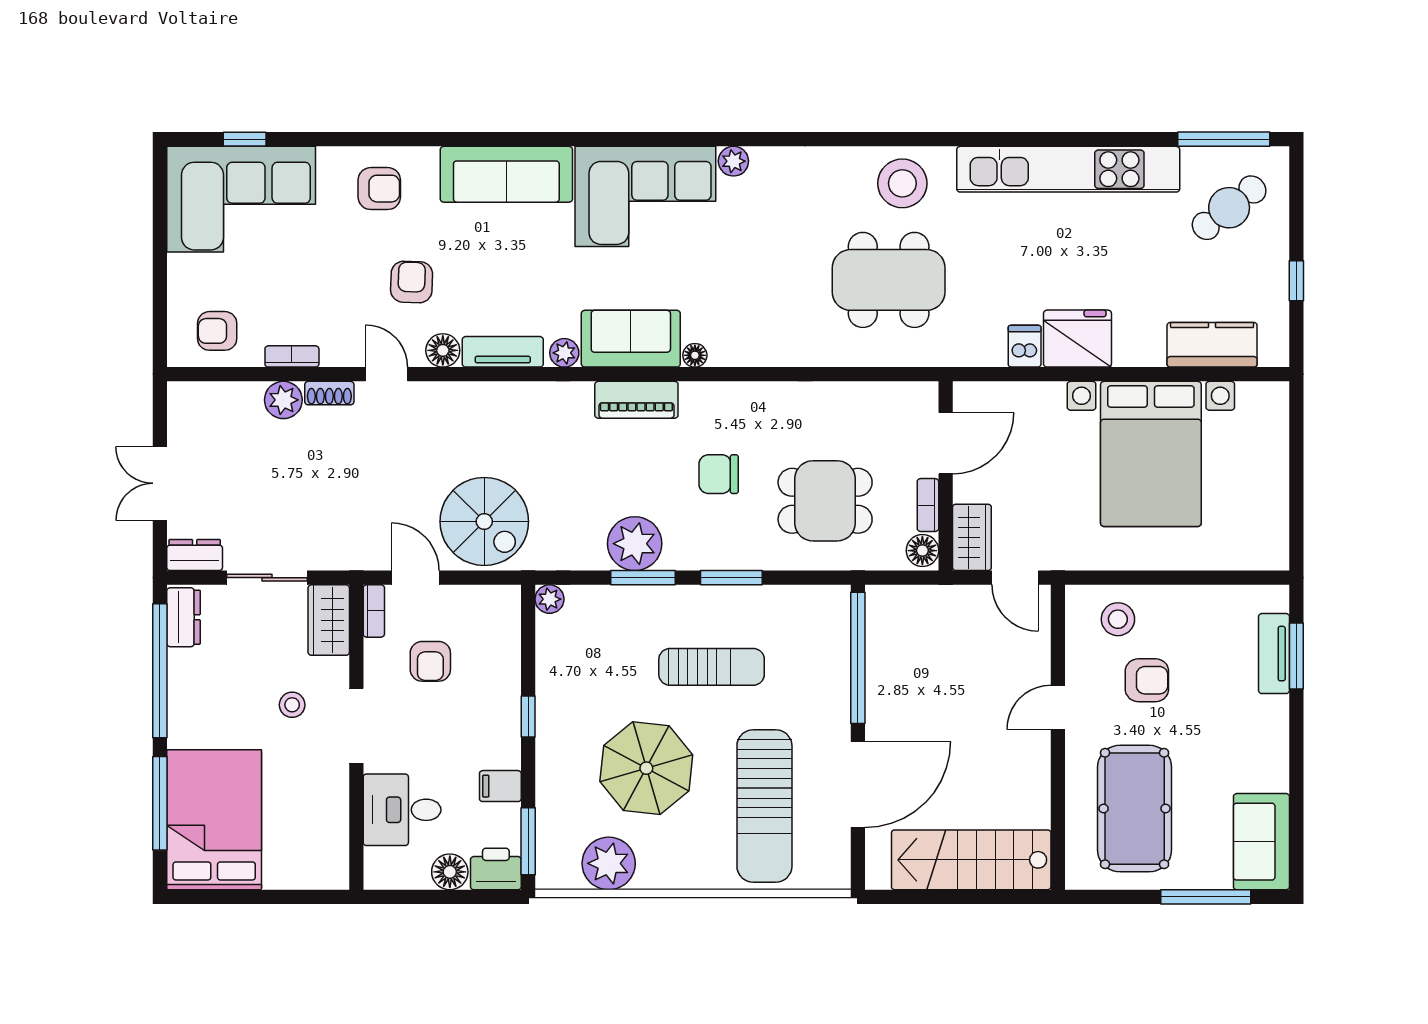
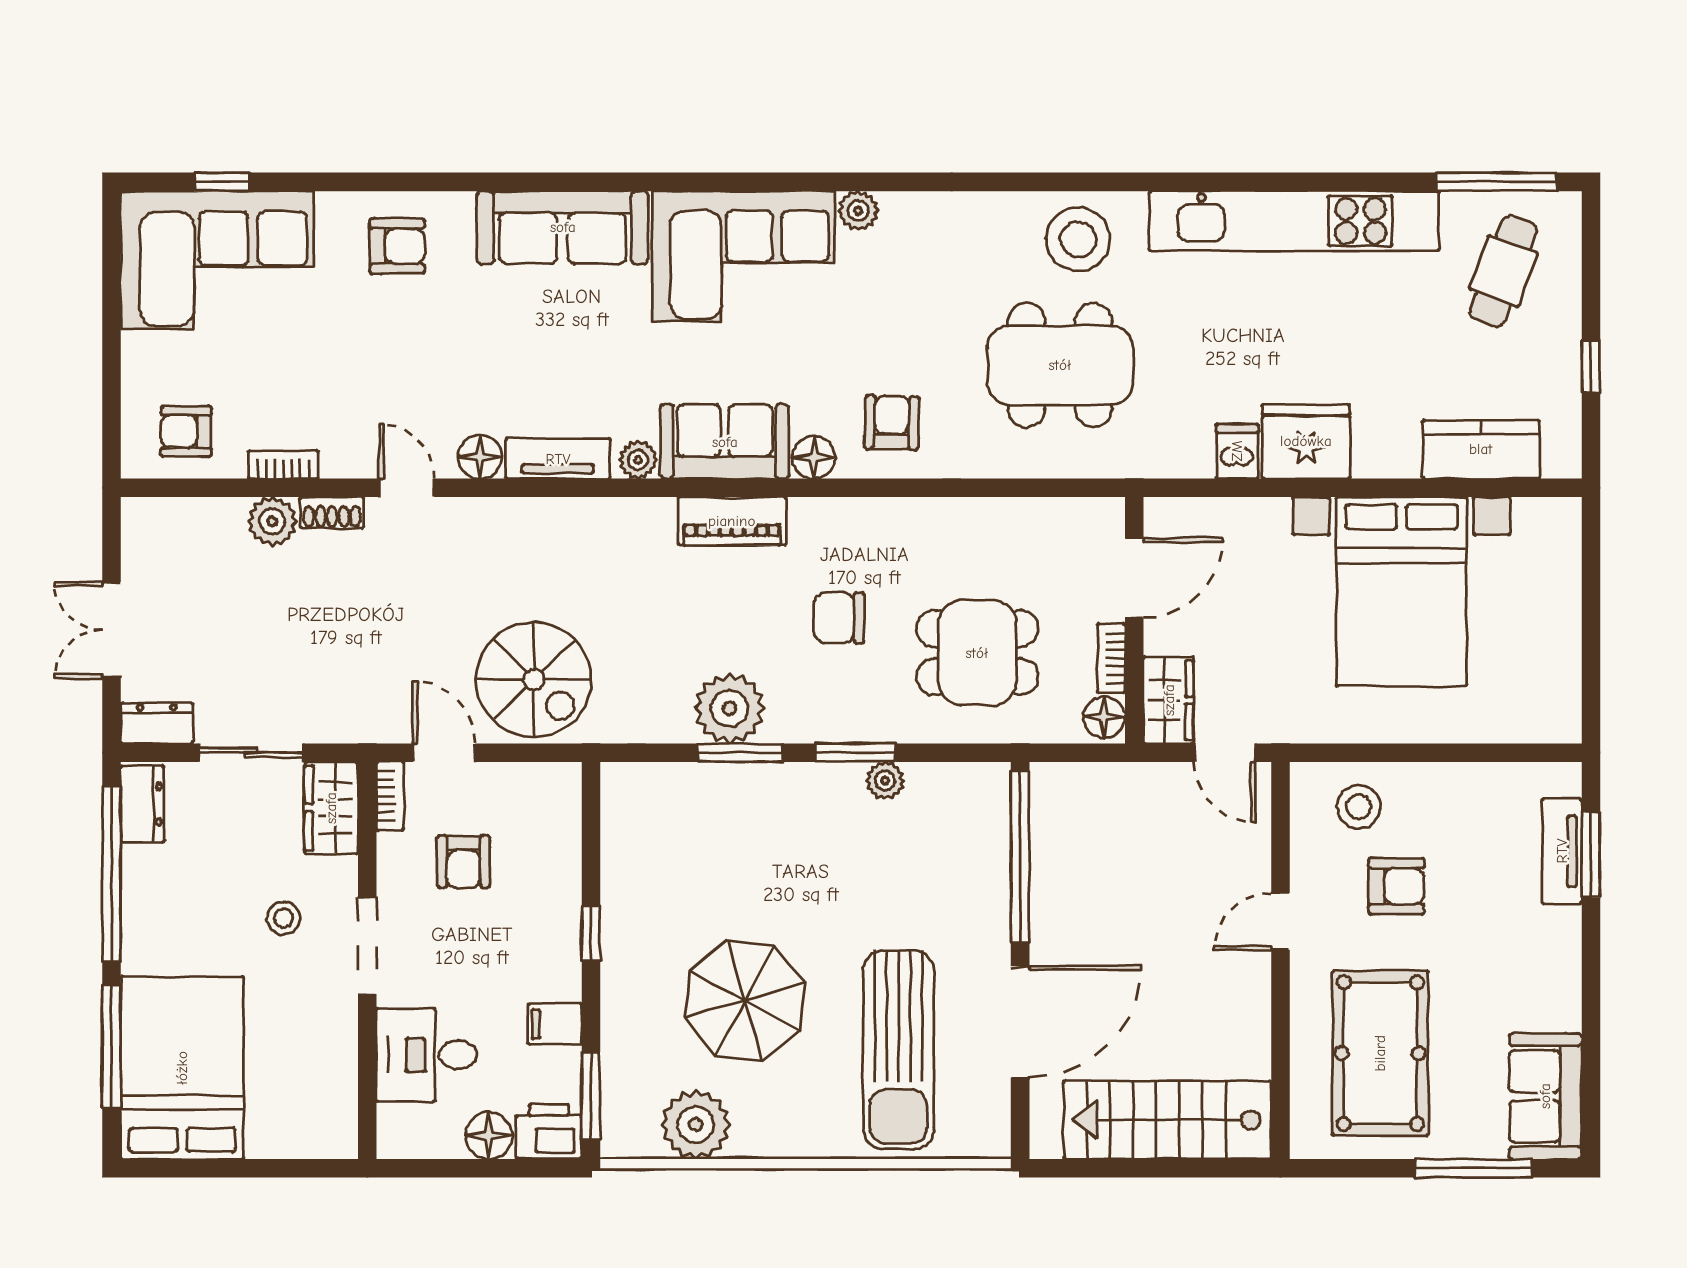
cafe table: (1229, 208) -> (1503, 271), turned -32
armchair: (412, 282) -> (892, 422), moved
floor lamp: (695, 355) -> (814, 457), width x1.37, depth x1.37
plant: (550, 599) -> (885, 780), moved
sun lounger: (712, 667) -> (830, 869), removed

